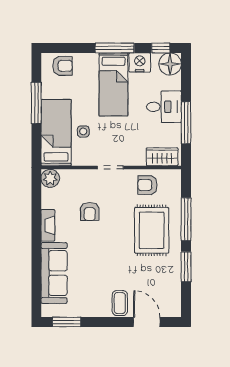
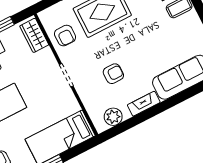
side table: (83, 131) -> (47, 115), removed
plant: (50, 178) -> (113, 117), moved

